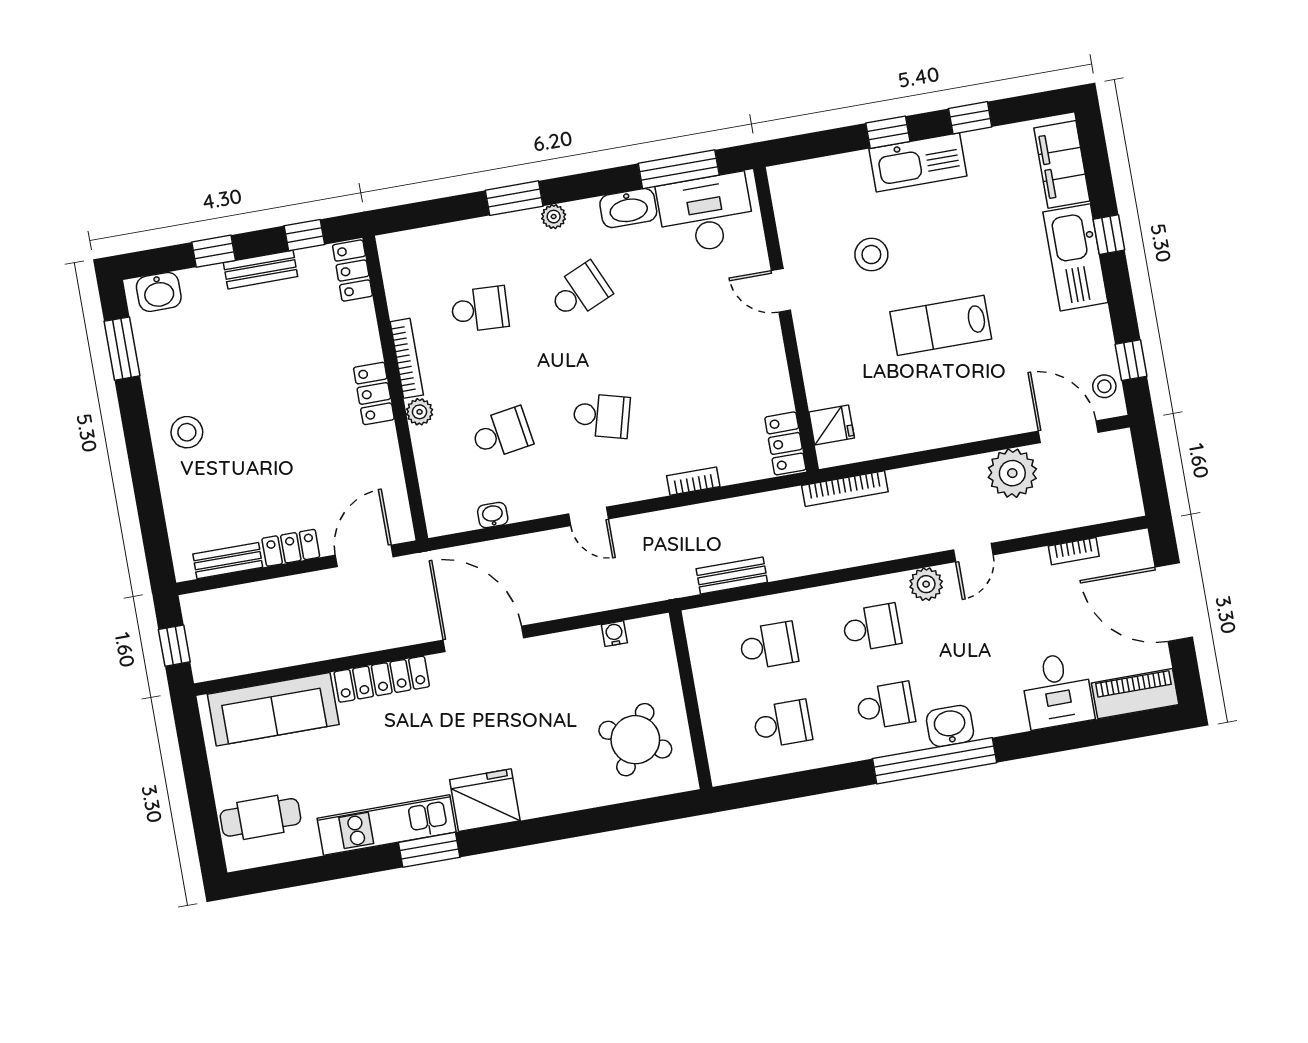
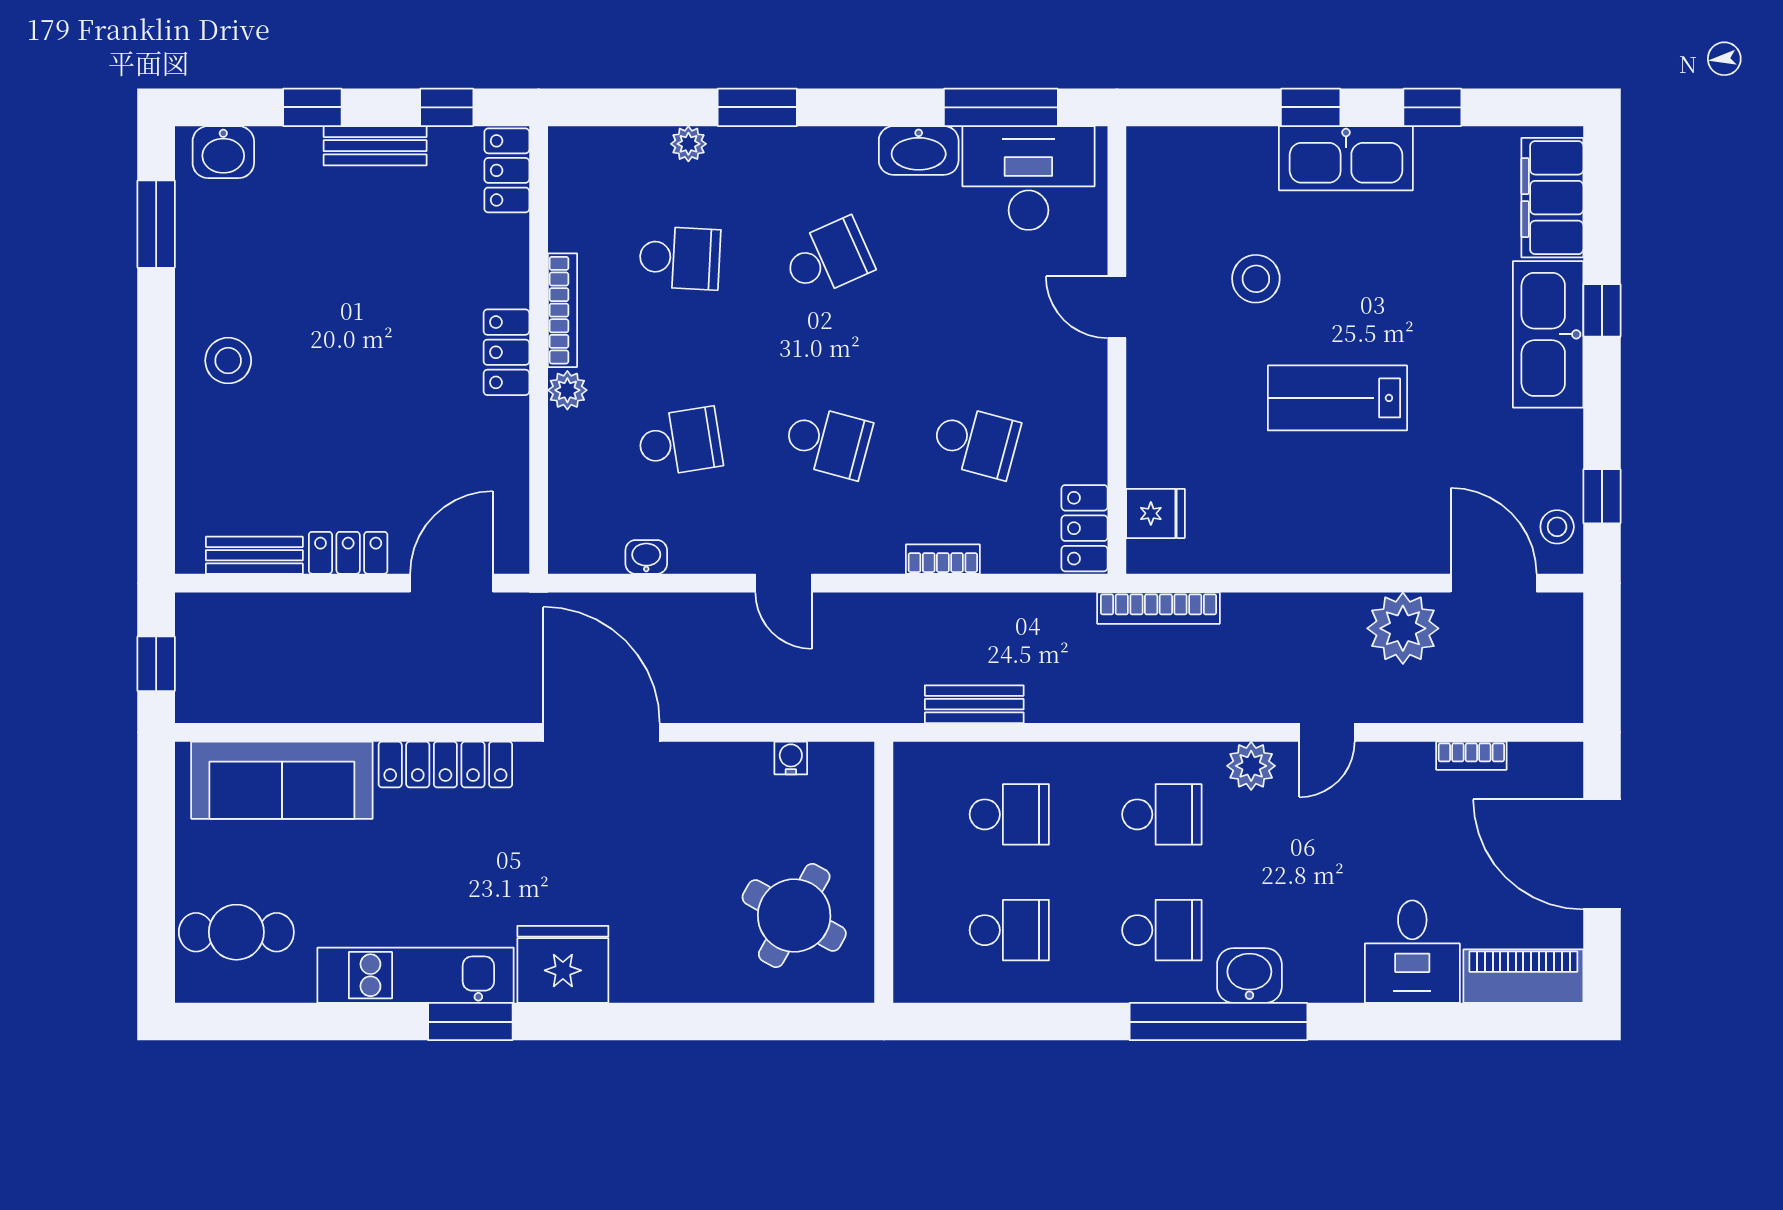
plant: (554, 217) -> (688, 144), moved
school desk: (702, 398) -> (976, 442), added

